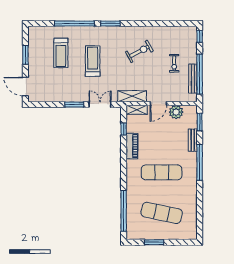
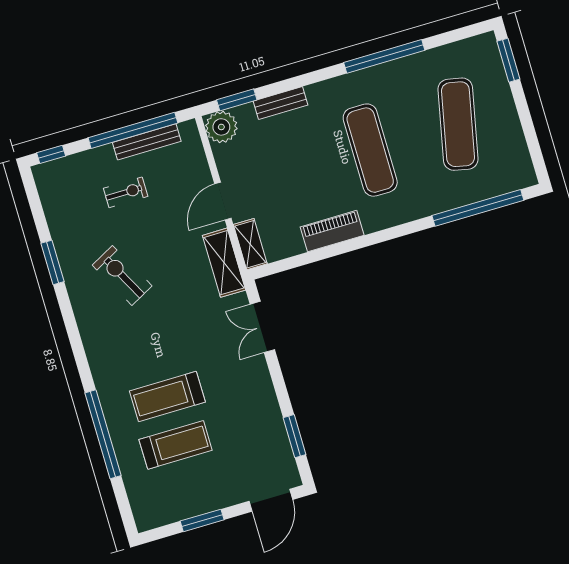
window: (110, 23) -> (52, 262), moved
treadmill: (93, 61) -> (167, 397), moved
door: (158, 103) -> (223, 201), swing flipped
window: (74, 105) -> (294, 436), moved
plant: (176, 112) -> (221, 127), moved
window: (124, 129) -> (301, 260), removed
window: (200, 162) -> (384, 56), moved
window: (154, 242) -> (508, 60), moved

